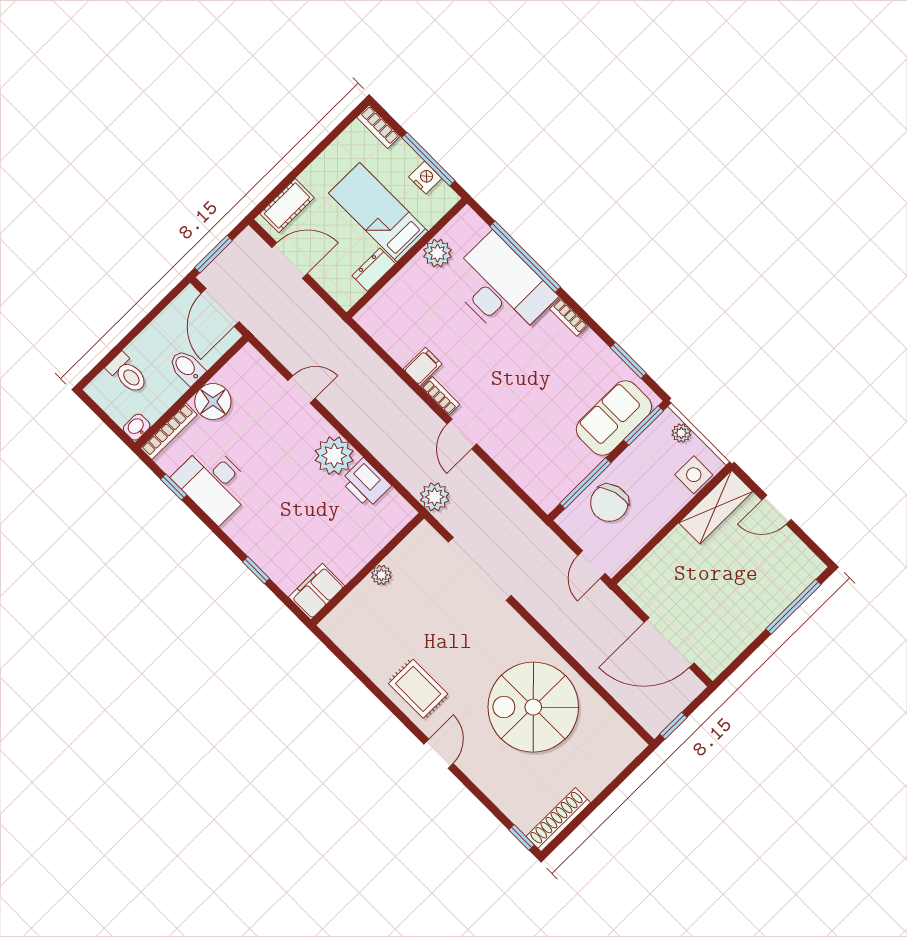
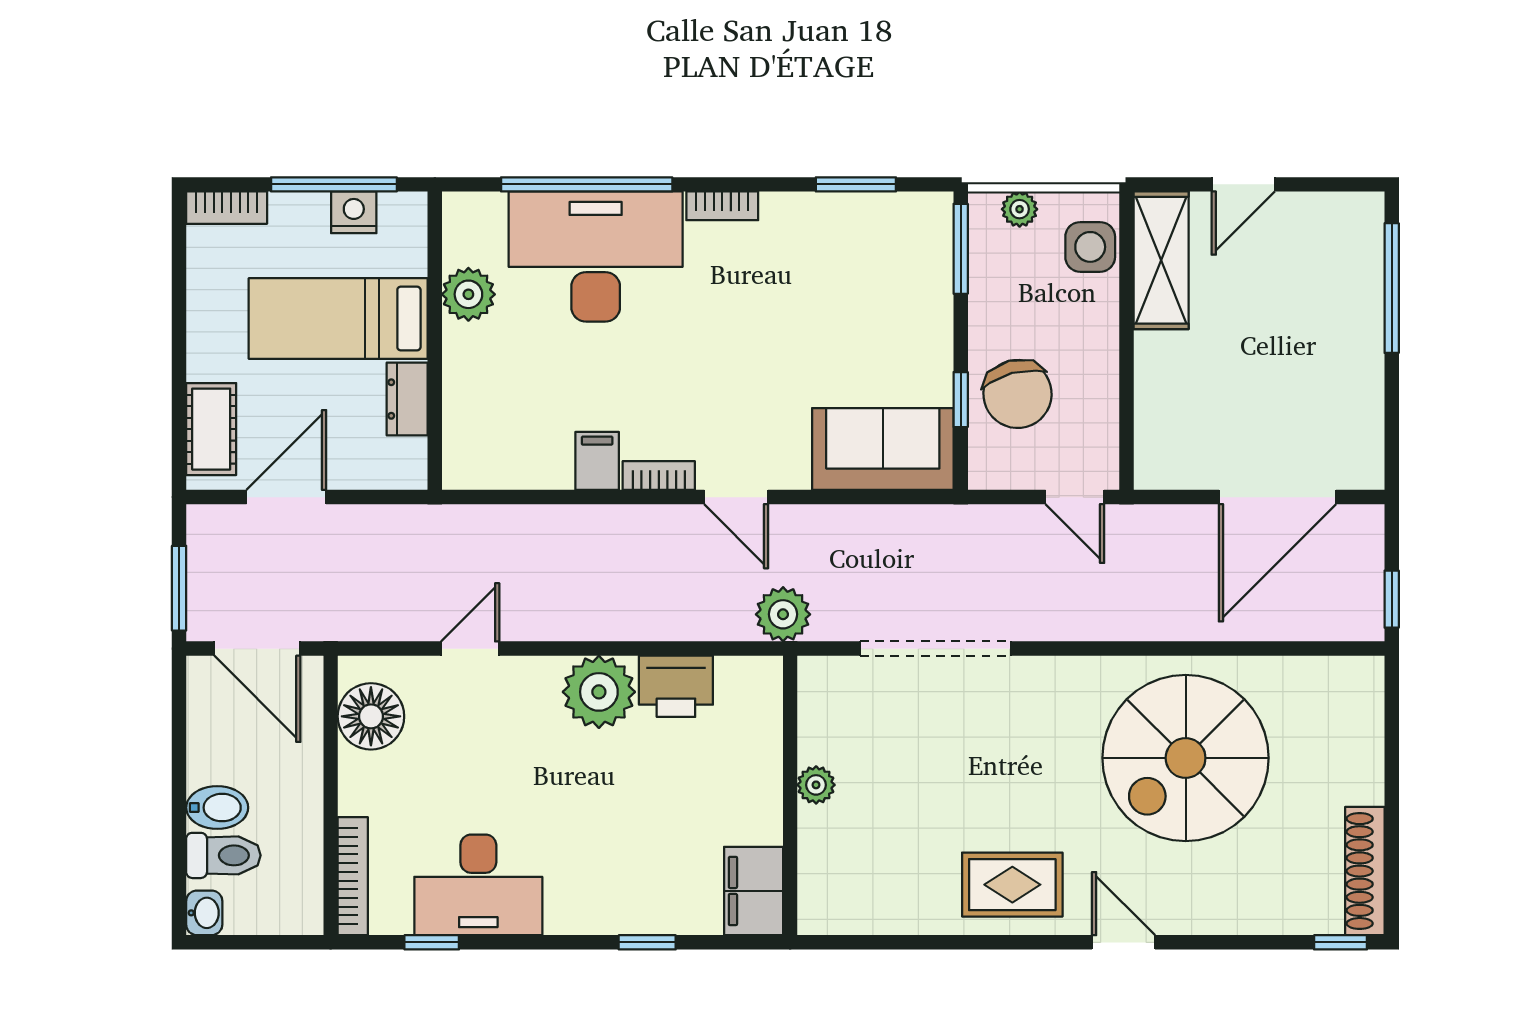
bidet: (187, 367) -> (217, 808), moved, turned 180
floor lamp: (213, 402) -> (371, 716), moved
sofa: (614, 418) -> (883, 449), moved, turned 90
washbasin: (137, 427) -> (204, 913), moved, turned 180
window: (585, 483) -> (961, 400), width x0.46

